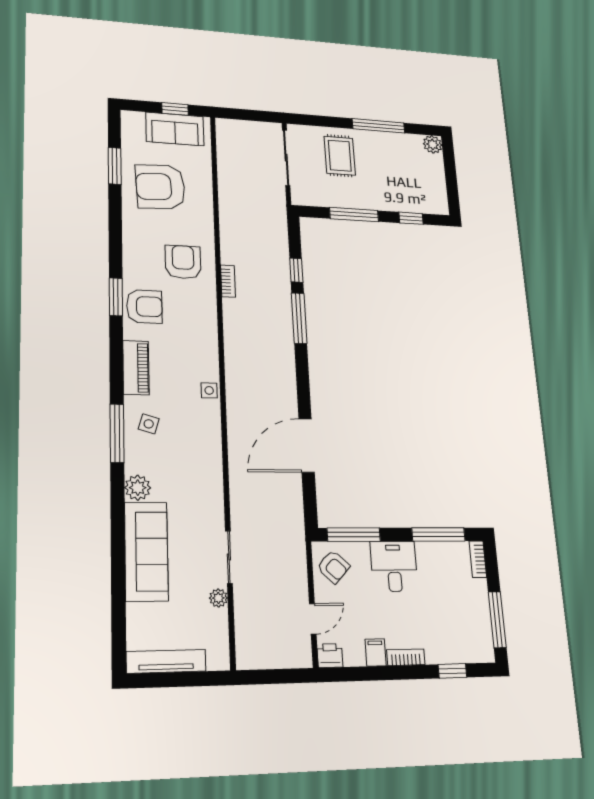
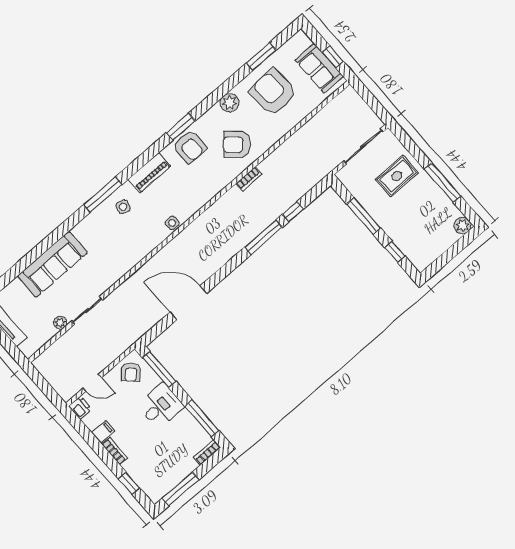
armchair: (183, 262) -> (237, 144), turned -139
plant: (138, 488) -> (229, 103), moved

